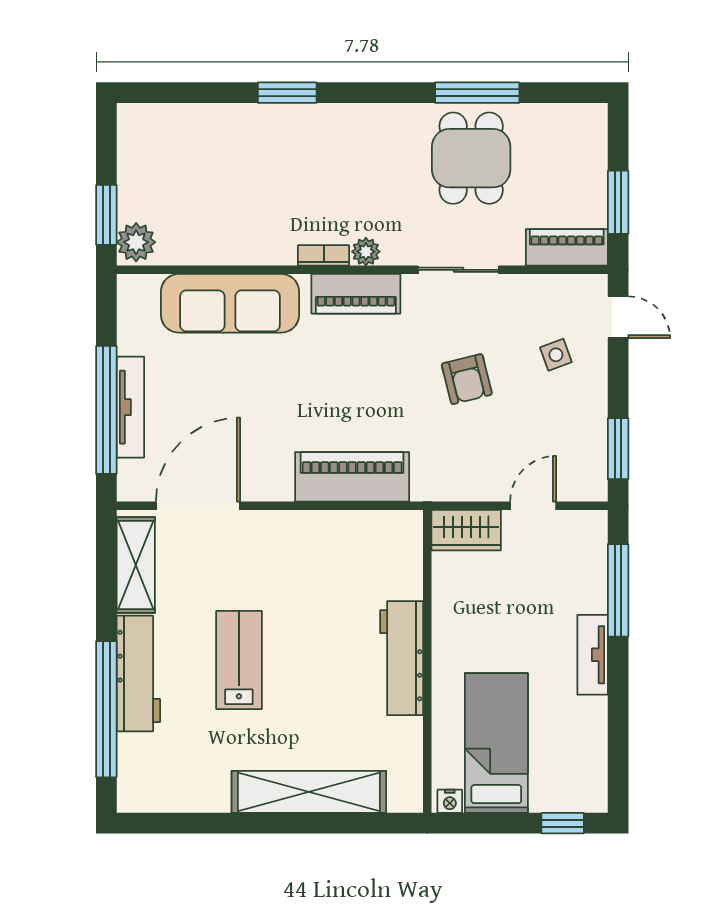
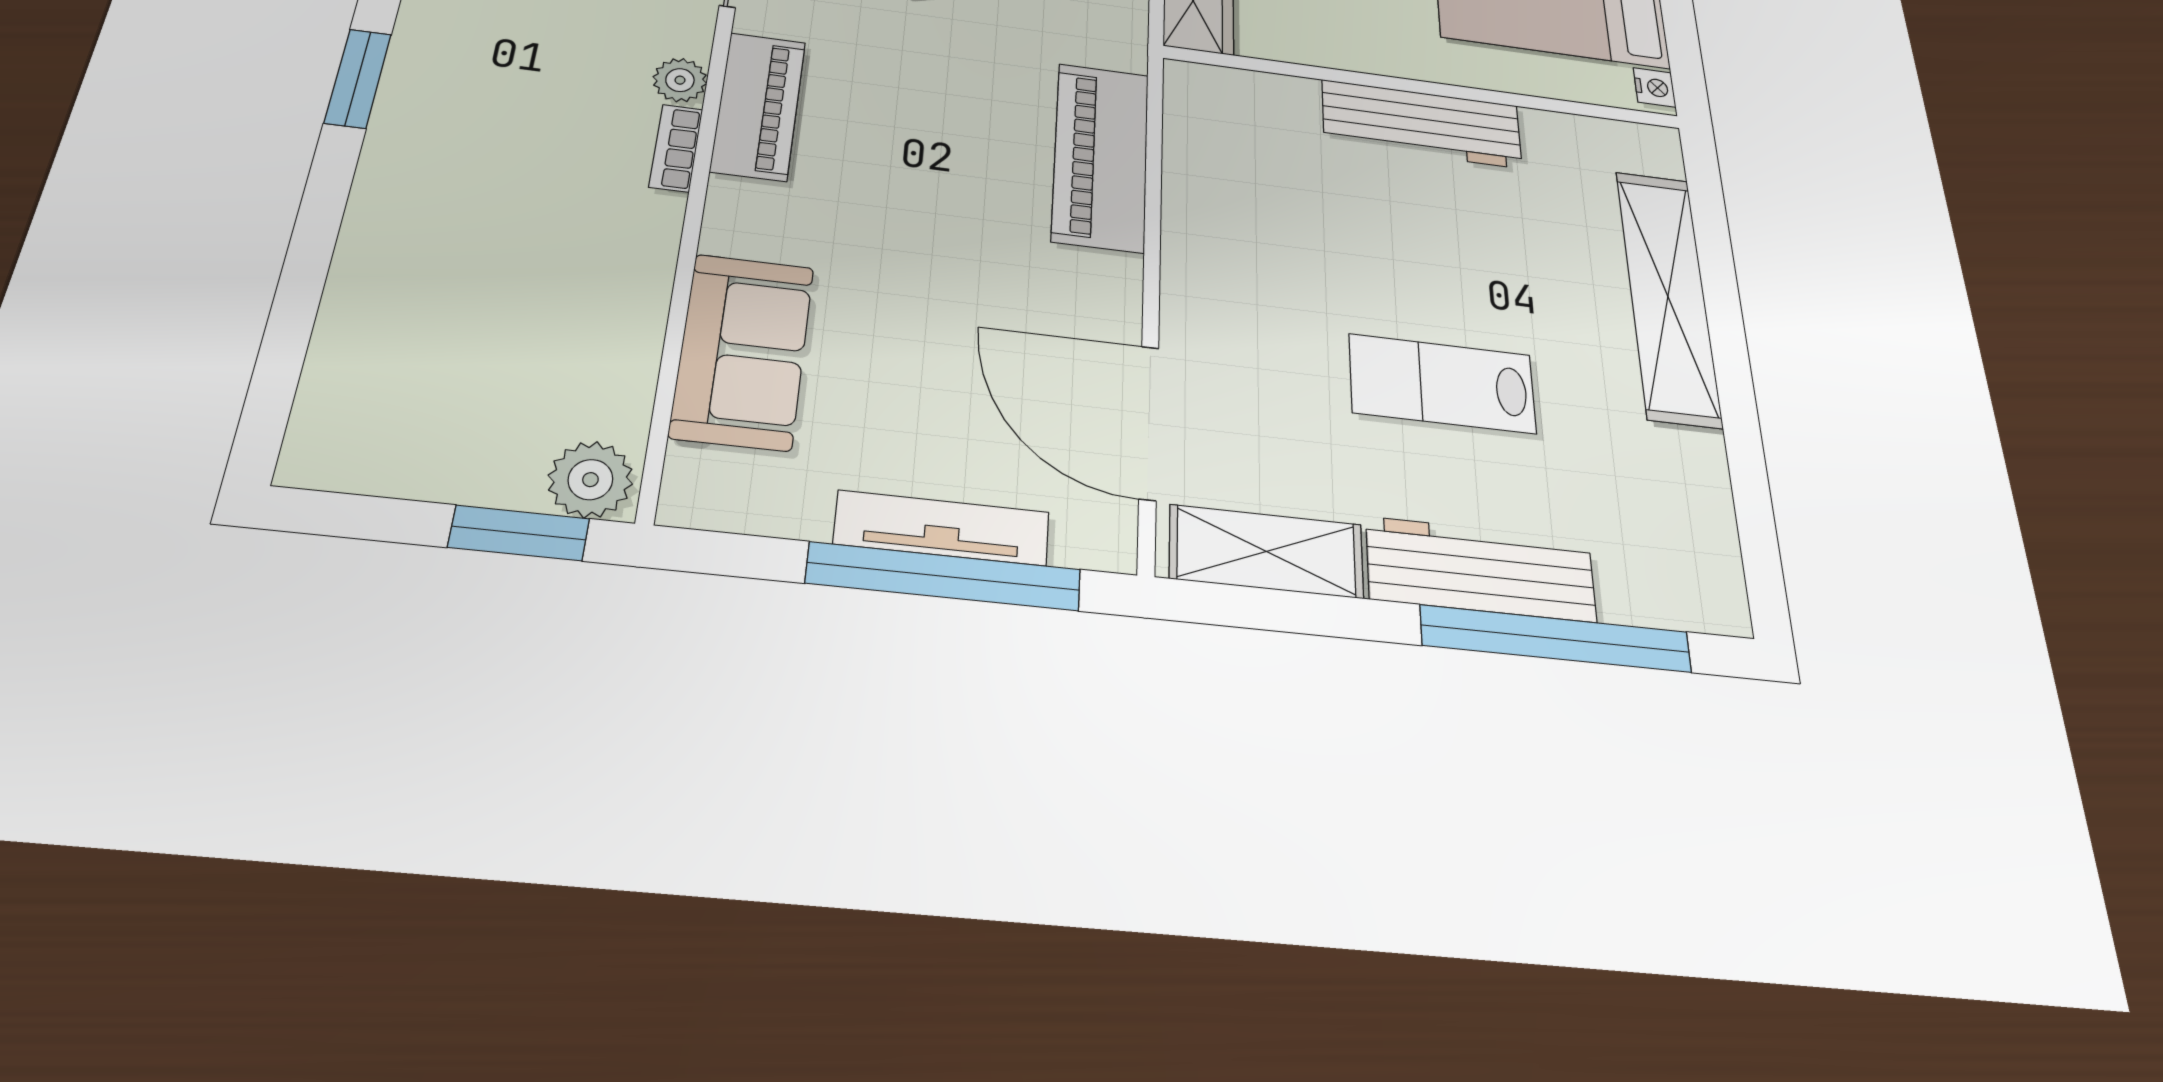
window: (287, 93) -> (358, 78), moved
sofa: (230, 303) -> (743, 351), width x0.73

